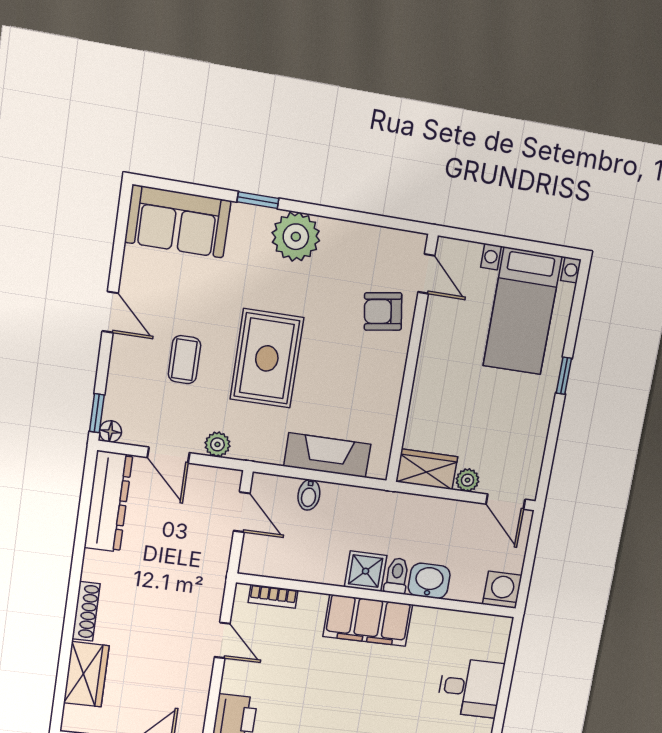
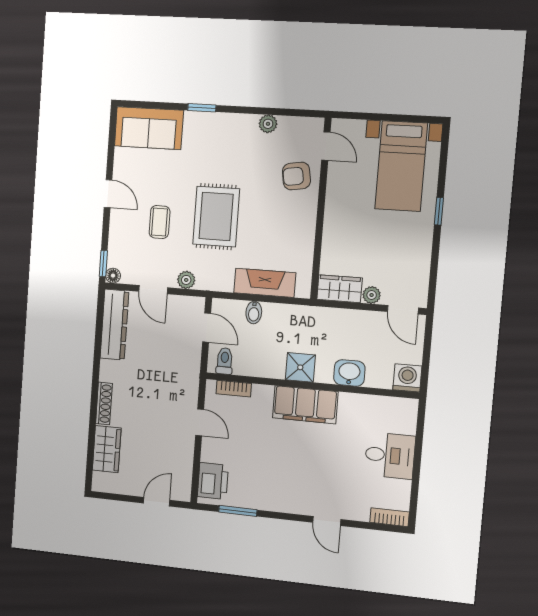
plant: (296, 237) -> (268, 124), moved, width x0.53, depth x0.53
toilet: (397, 576) -> (225, 361), moved

